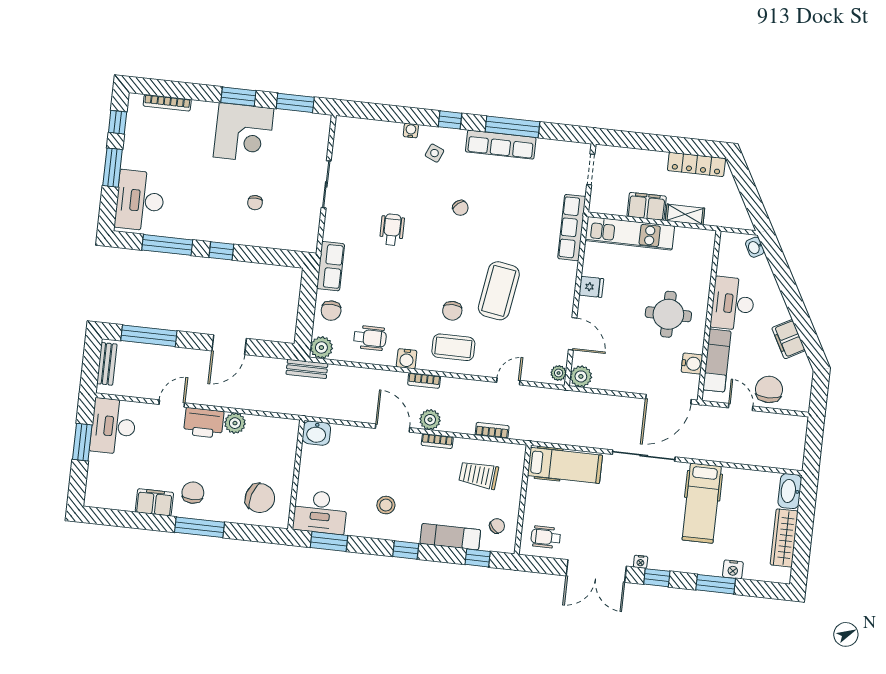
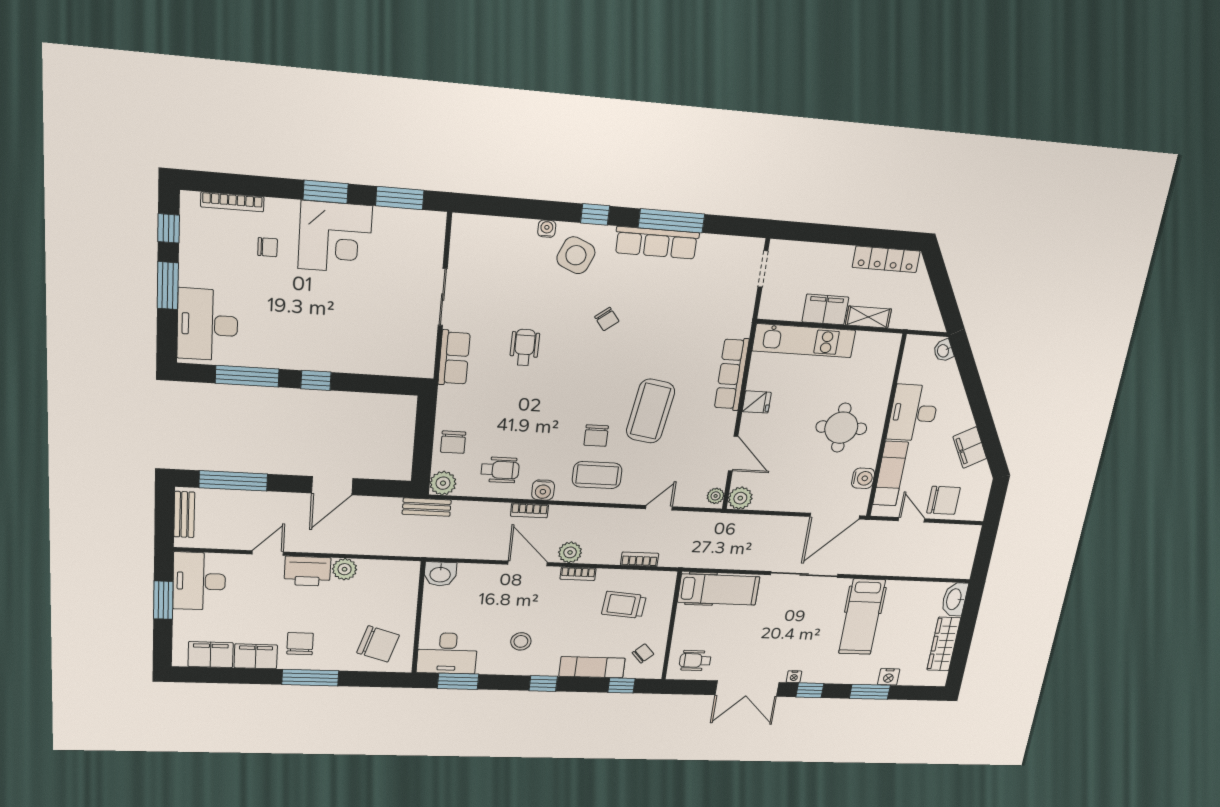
side table: (435, 153) -> (576, 255), width x1.87, depth x1.87
chair: (255, 203) -> (268, 247), moved, turned -90
row of seats: (572, 228) -> (732, 374), moved
row of seats: (331, 266) -> (454, 358), moved
bookcase: (424, 380) -> (529, 510), moved
chair: (769, 389) -> (943, 500), turned 90
filing cabinet: (117, 498) -> (211, 655), added

